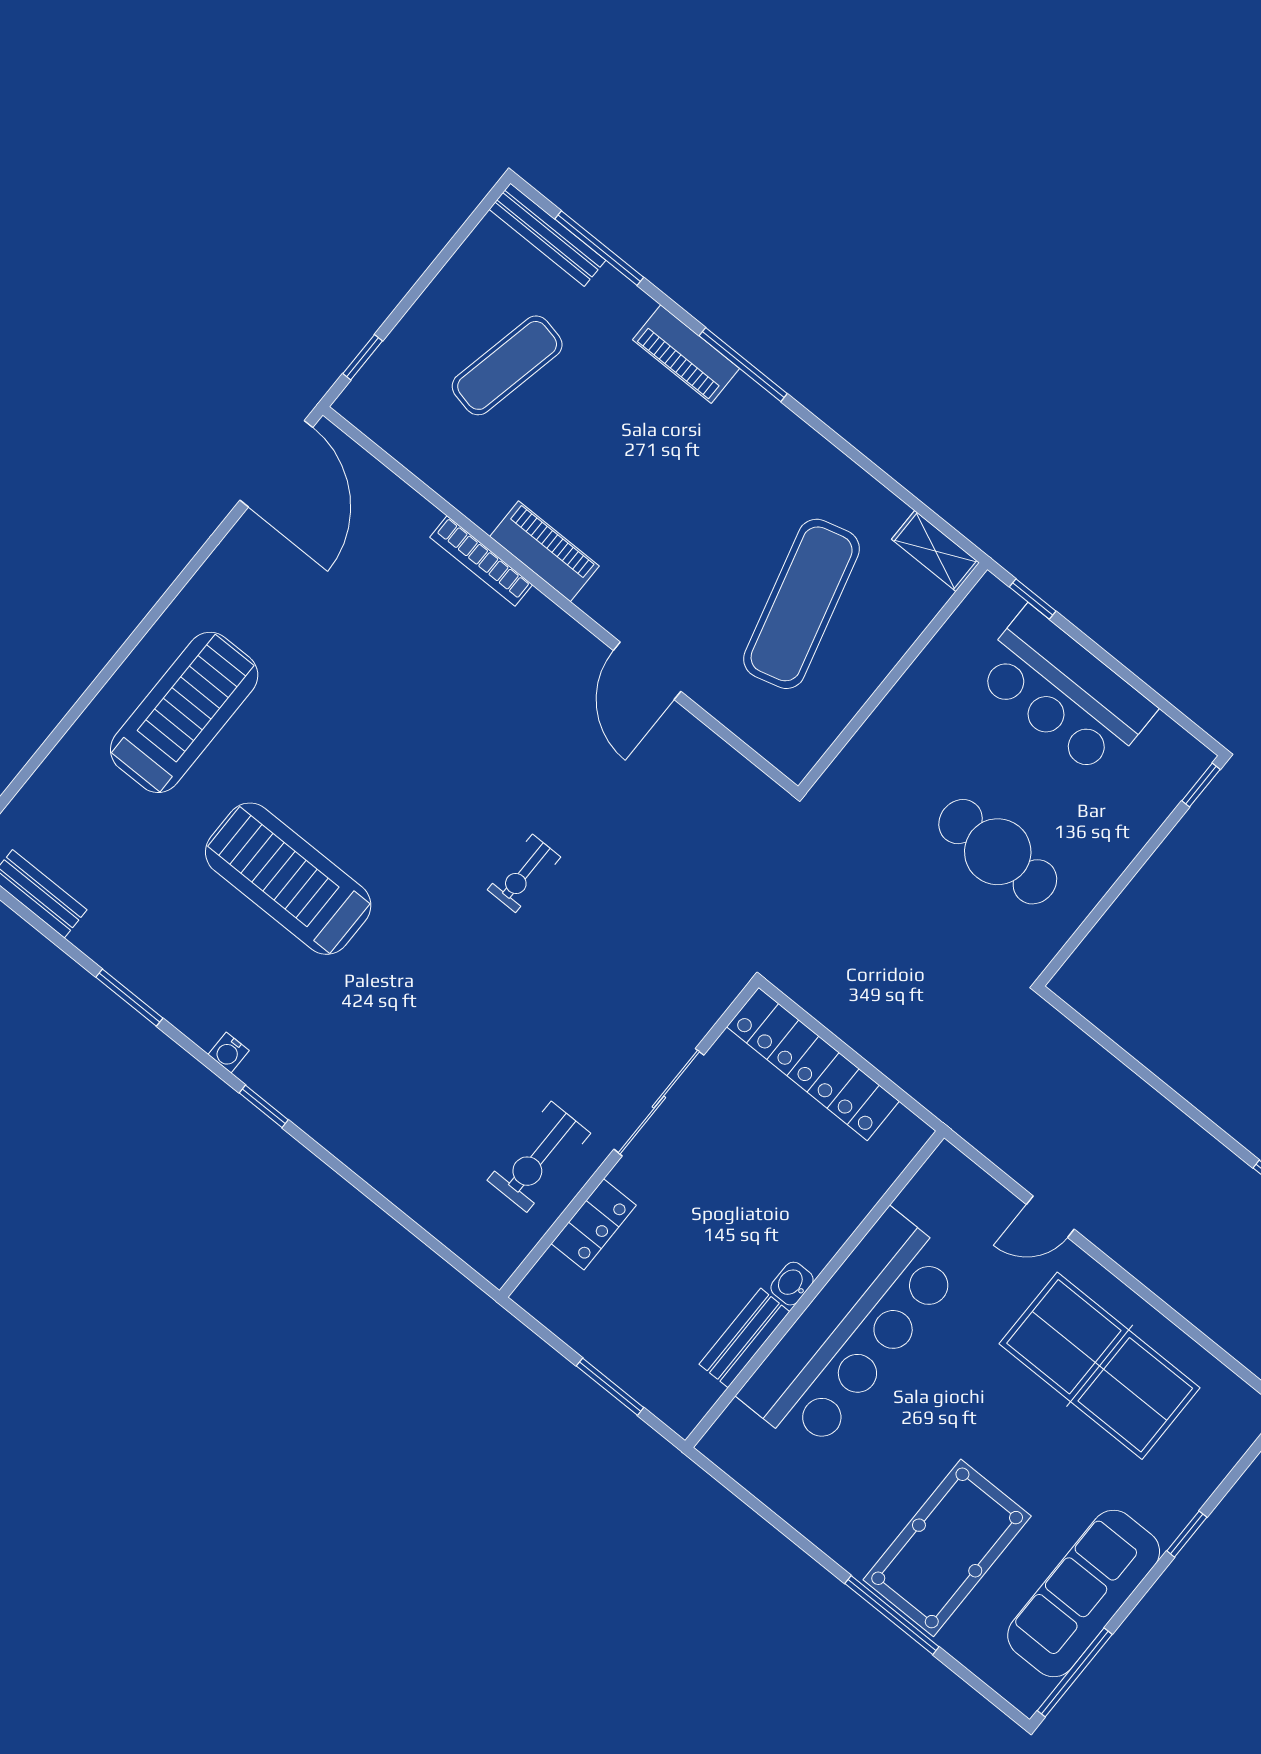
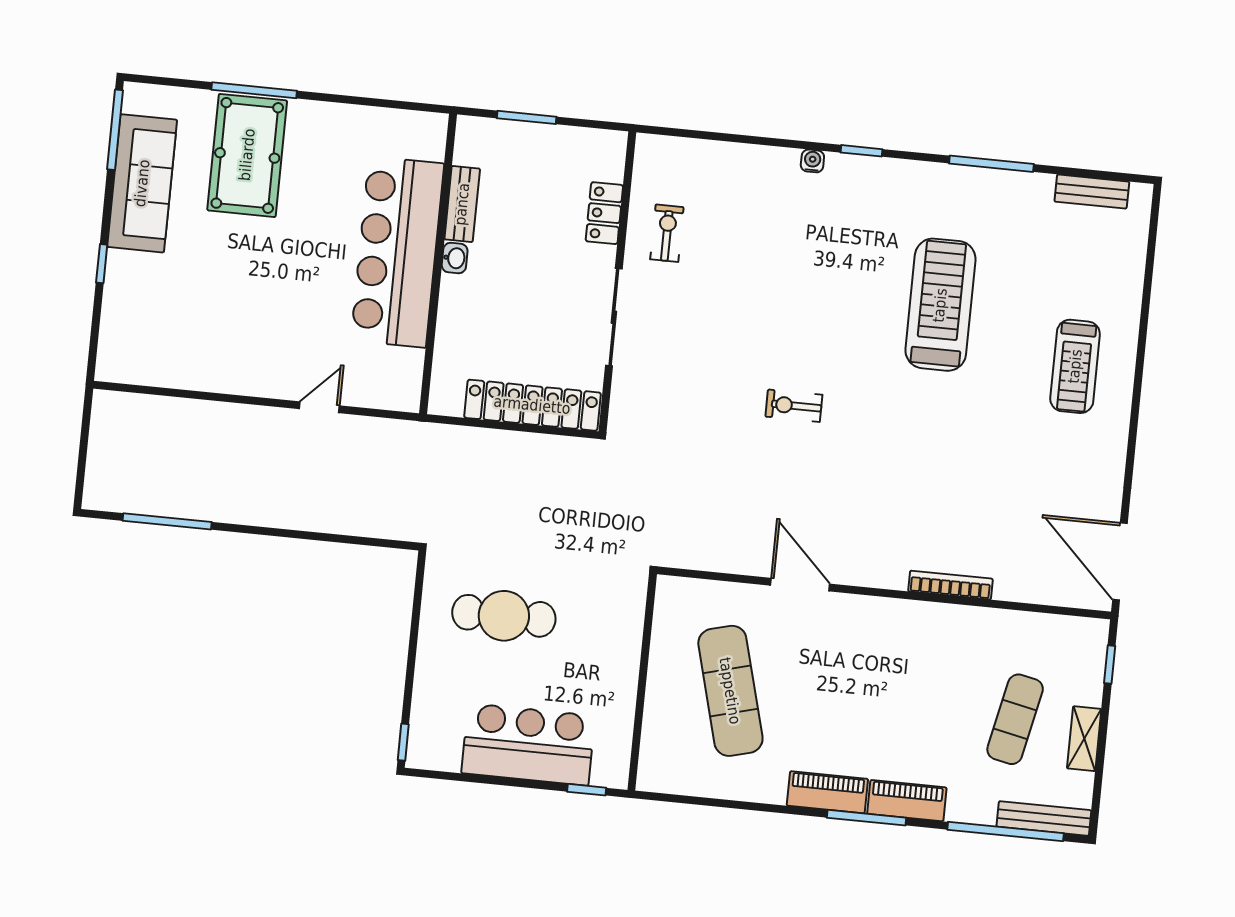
window: (599, 248) -> (1006, 832), width x1.46
piano: (544, 551) -> (827, 792), moved, turned 180
shelving: (935, 551) -> (1084, 739), moved, turned 90
treadmill: (184, 712) -> (1075, 366), width x0.73, depth x0.73
exercise bike: (524, 873) -> (794, 406), turned -90
treadmill: (288, 879) -> (940, 305), turned -90
window: (129, 998) -> (991, 164), width x1.44
water cooler: (229, 1052) -> (812, 161), moved
exercise bike: (539, 1157) -> (667, 233), width x0.73, depth x0.72
table tennis table: (1100, 1366) -> (227, 334), removed

